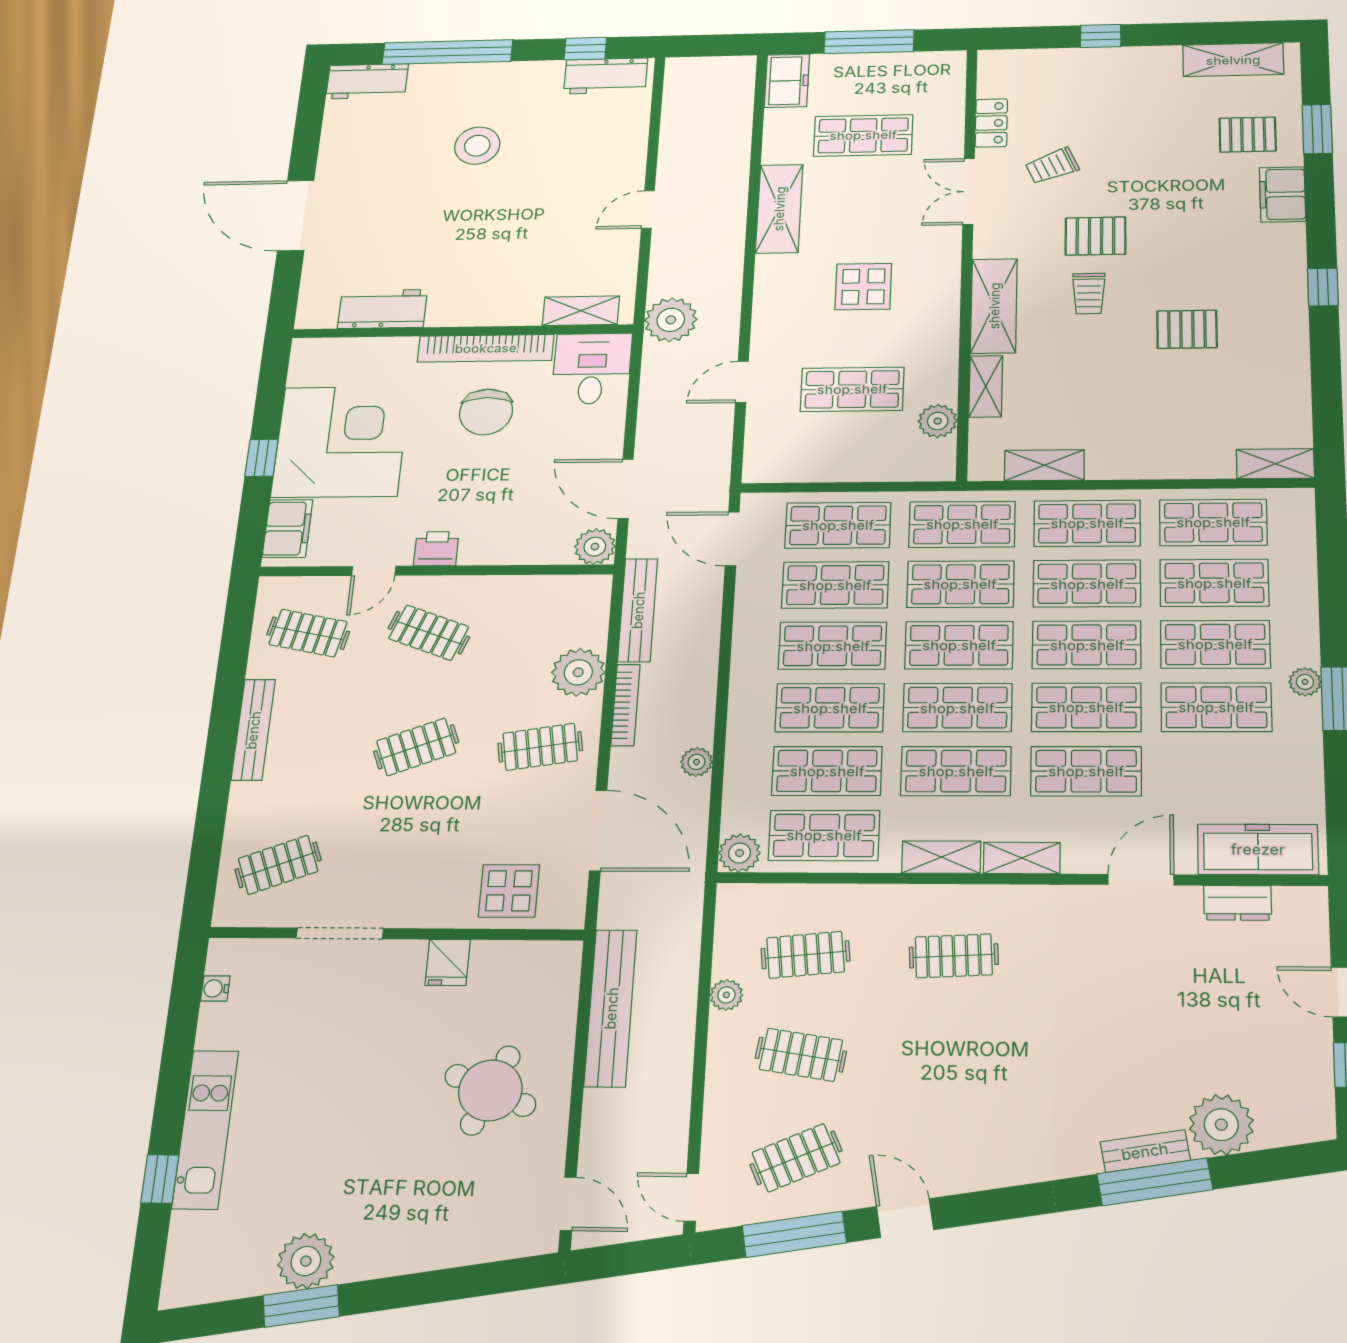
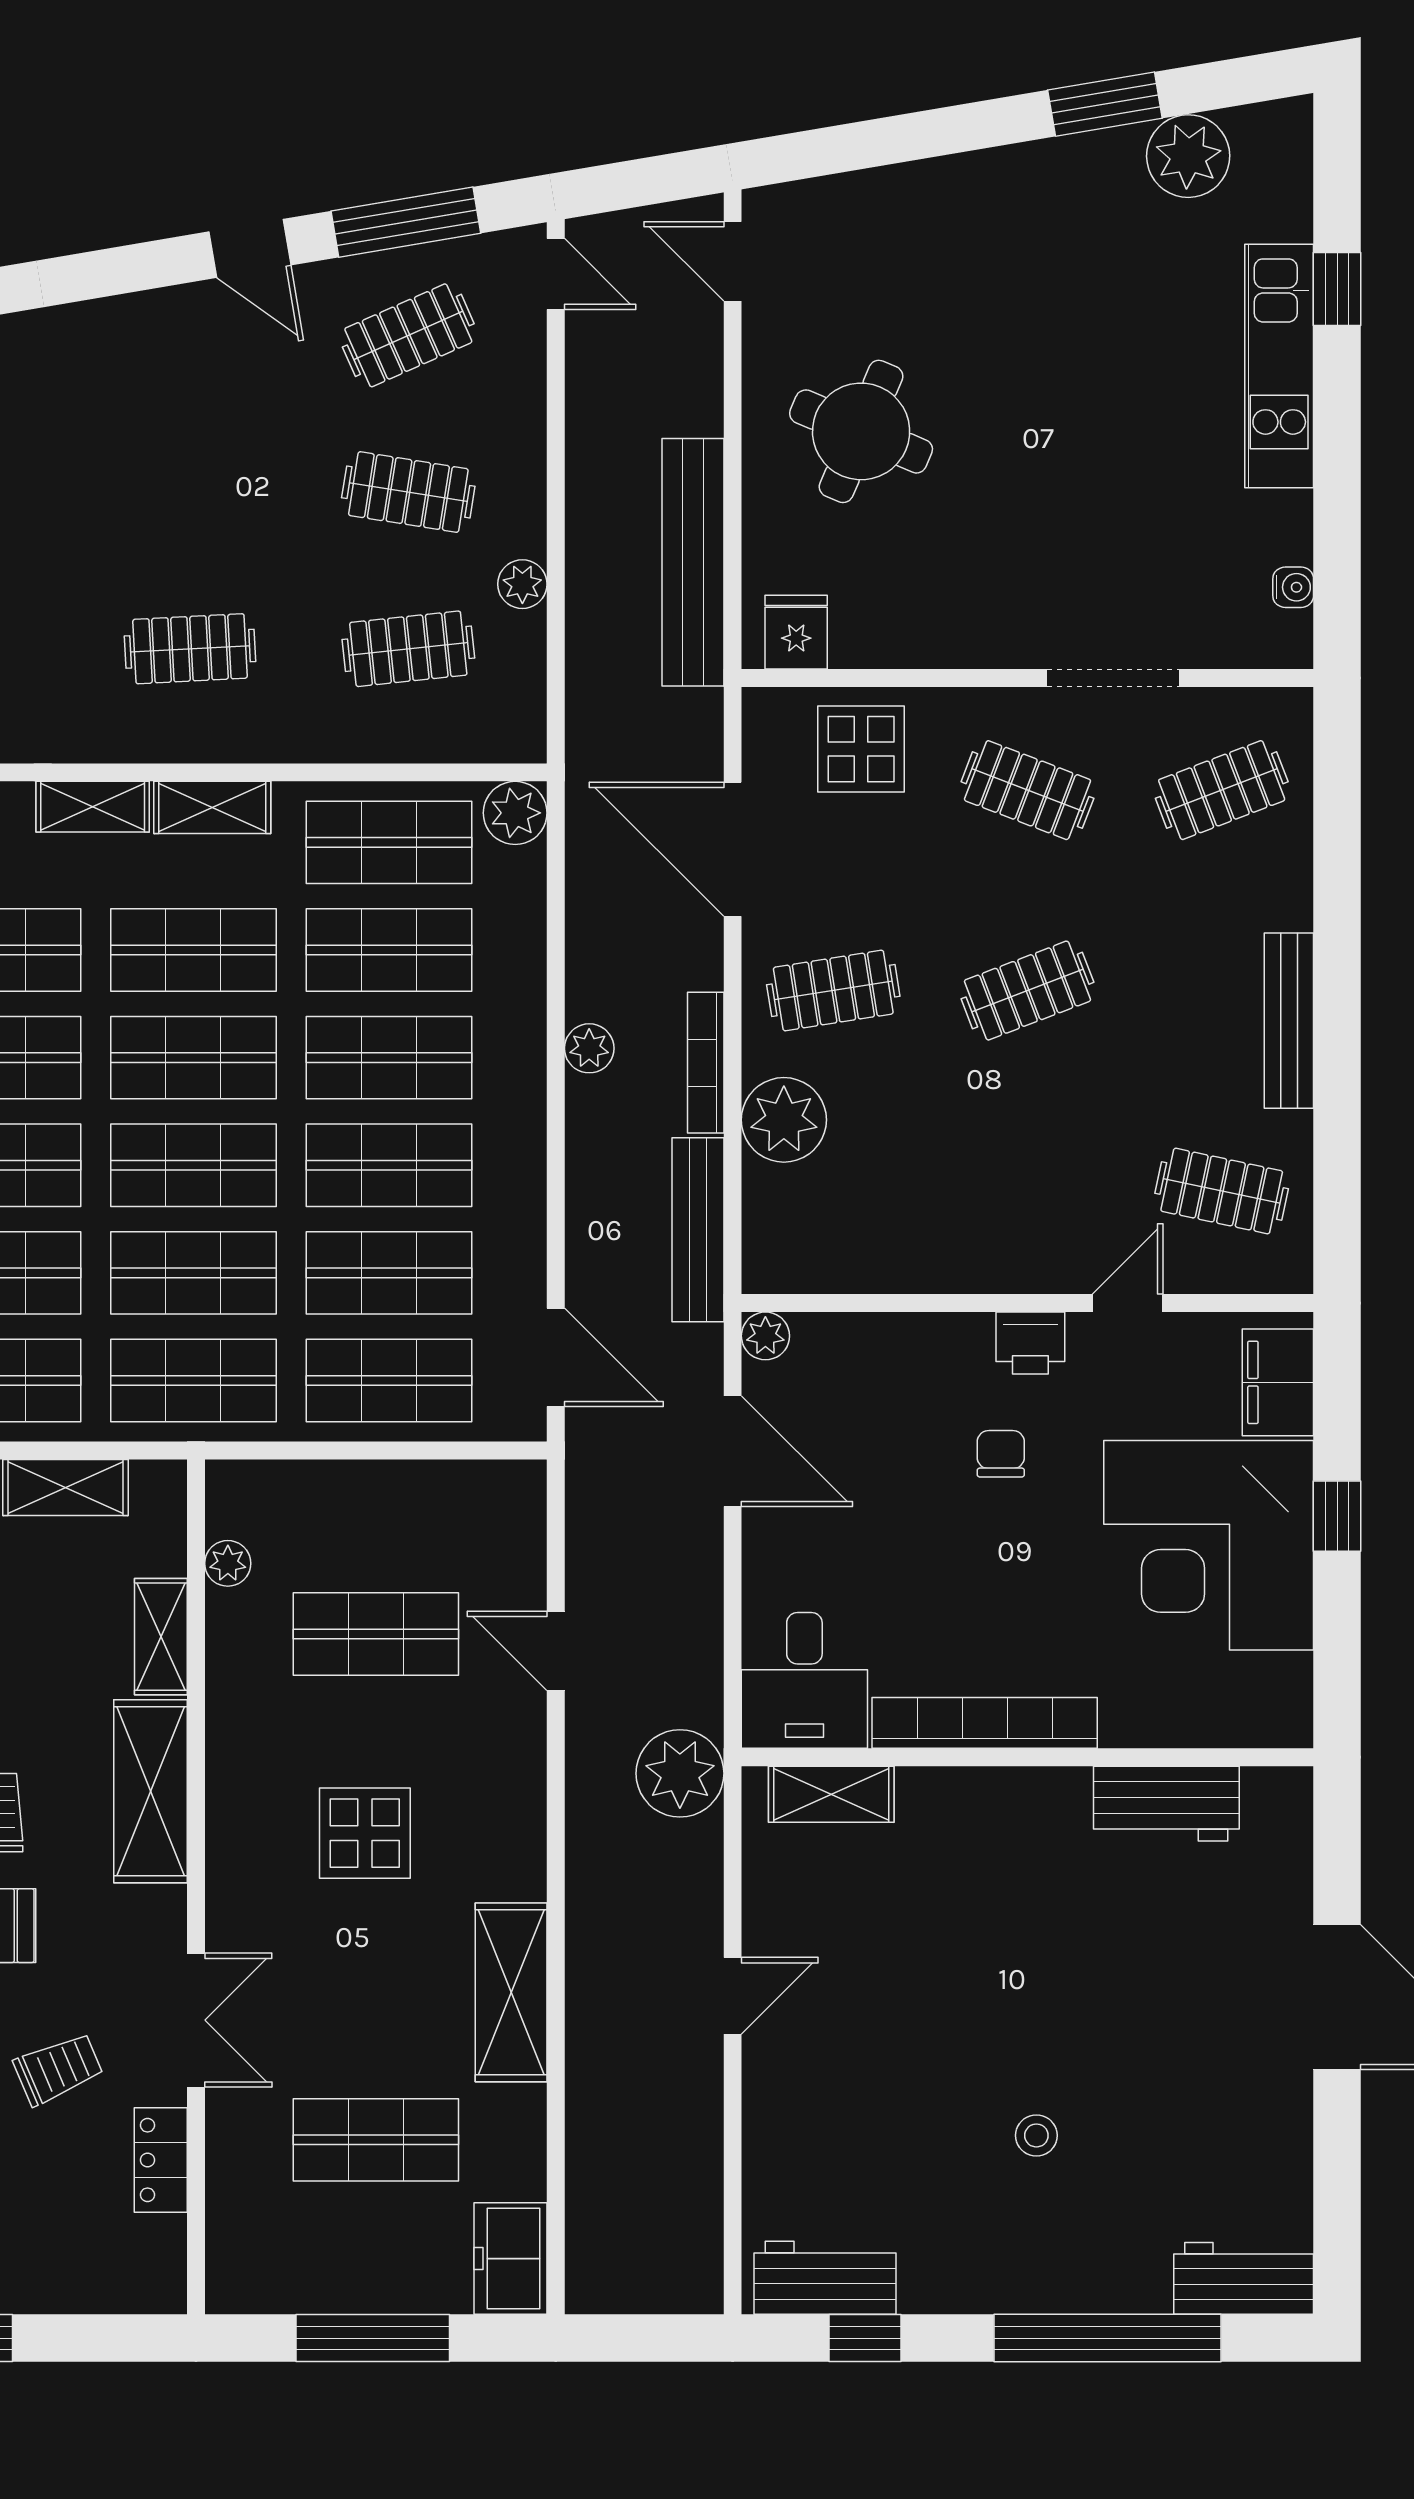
stool: (477, 146) -> (1036, 2135), width x0.53, depth x0.53
door: (742, 382) -> (556, 1651), swing flipped
chair: (486, 412) -> (1001, 1454), moved, width x0.54, depth x0.54
plant: (938, 421) -> (228, 1563), width x0.73, depth x0.73
plant: (595, 547) -> (765, 1336), width x0.73, depth x0.73
clothes rail: (429, 633) -> (1027, 790), moved
plant: (697, 762) -> (589, 1048), moved
fridge: (448, 962) -> (796, 632), moved
plant: (306, 1261) -> (1188, 156), moved

